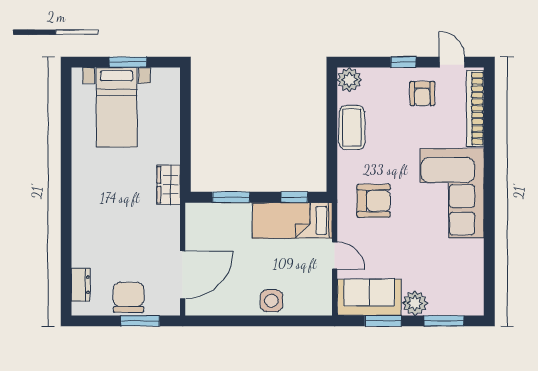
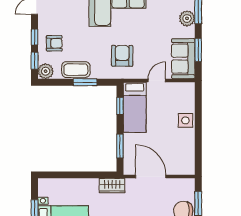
window: (366, 62) -> (35, 61), added
armchair: (422, 94) -> (54, 43), moved
window: (332, 142) -> (85, 82), added
door: (183, 275) -> (151, 177), moved
plant: (415, 303) -> (187, 18), moved

